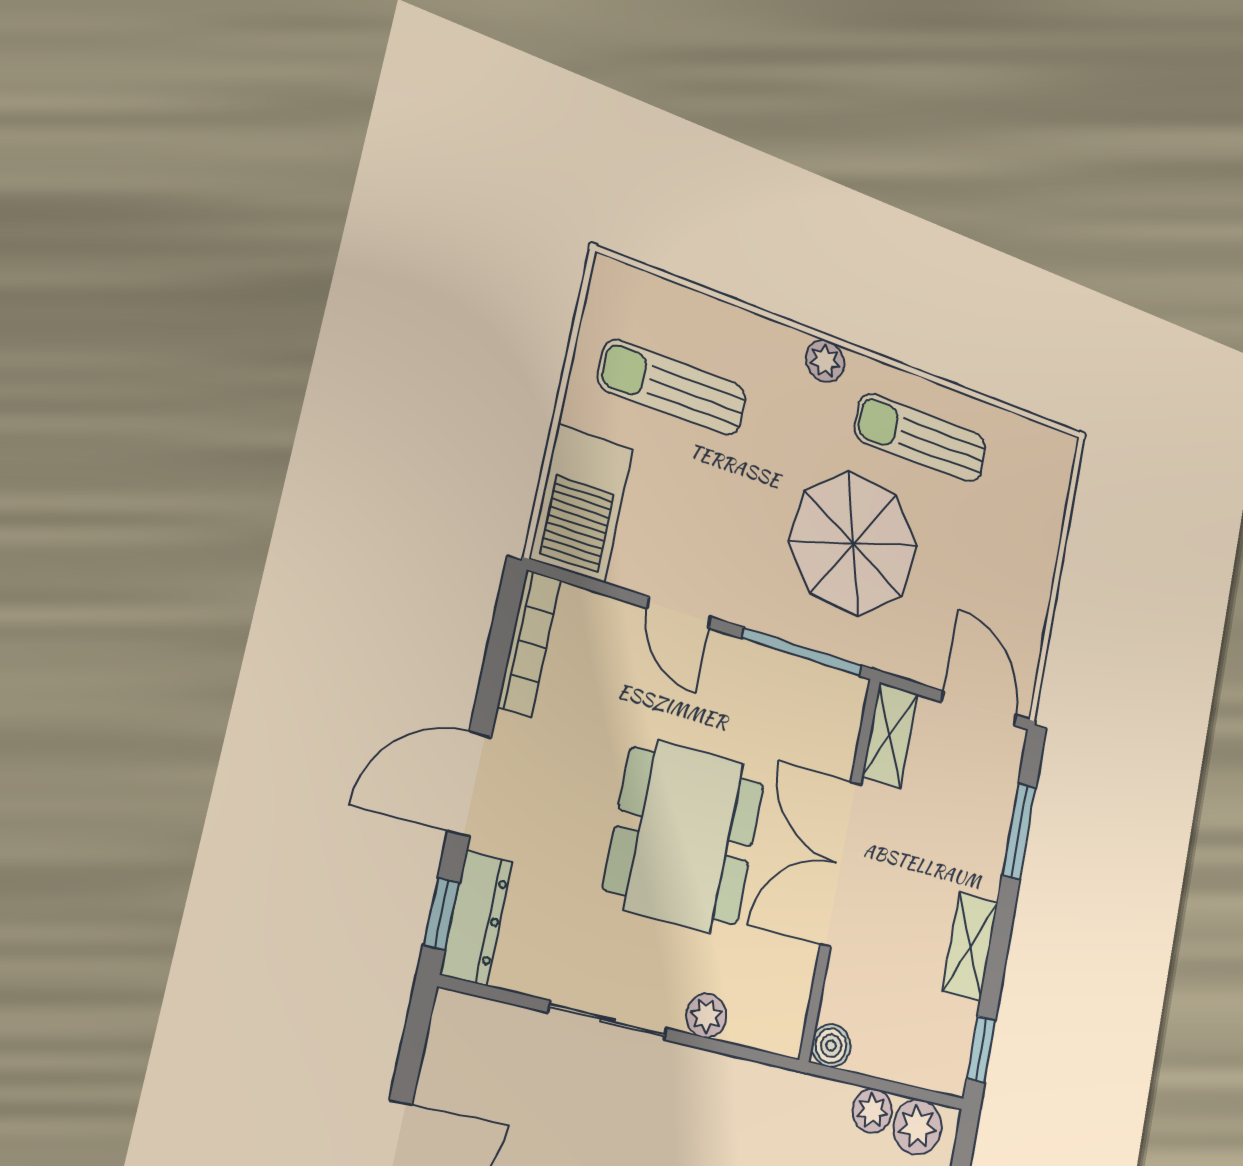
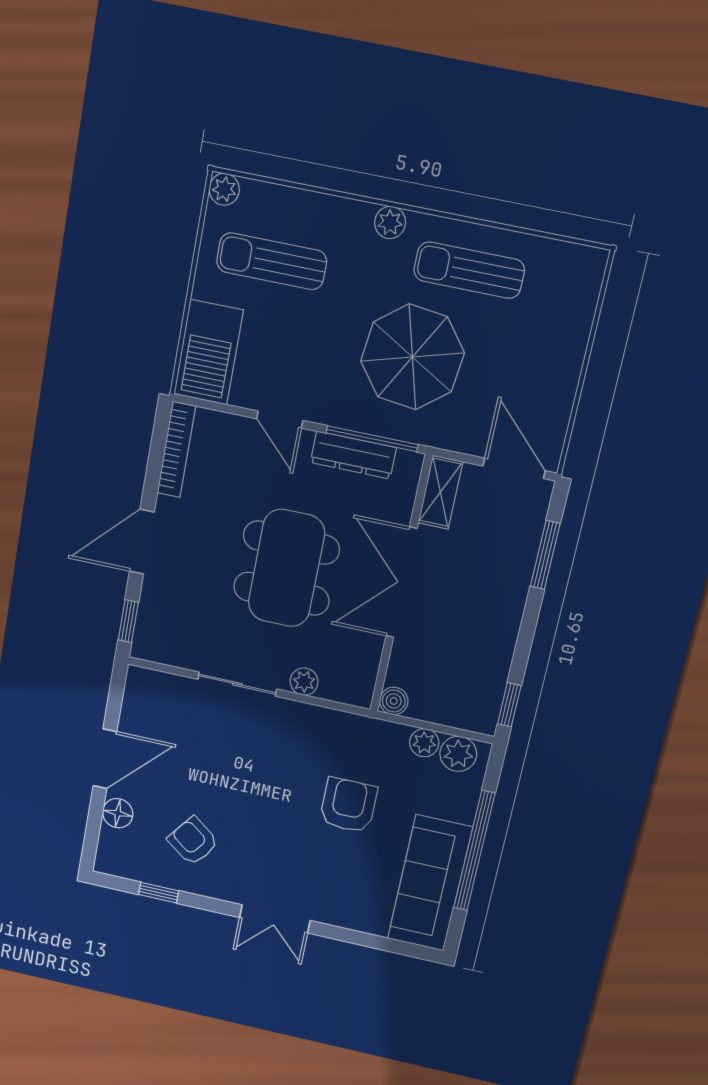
plant: (611, 279) -> (224, 189), added
dresser: (476, 918) -> (353, 455), moved, turned 90
shelving: (970, 947) -> (502, 636), removed

